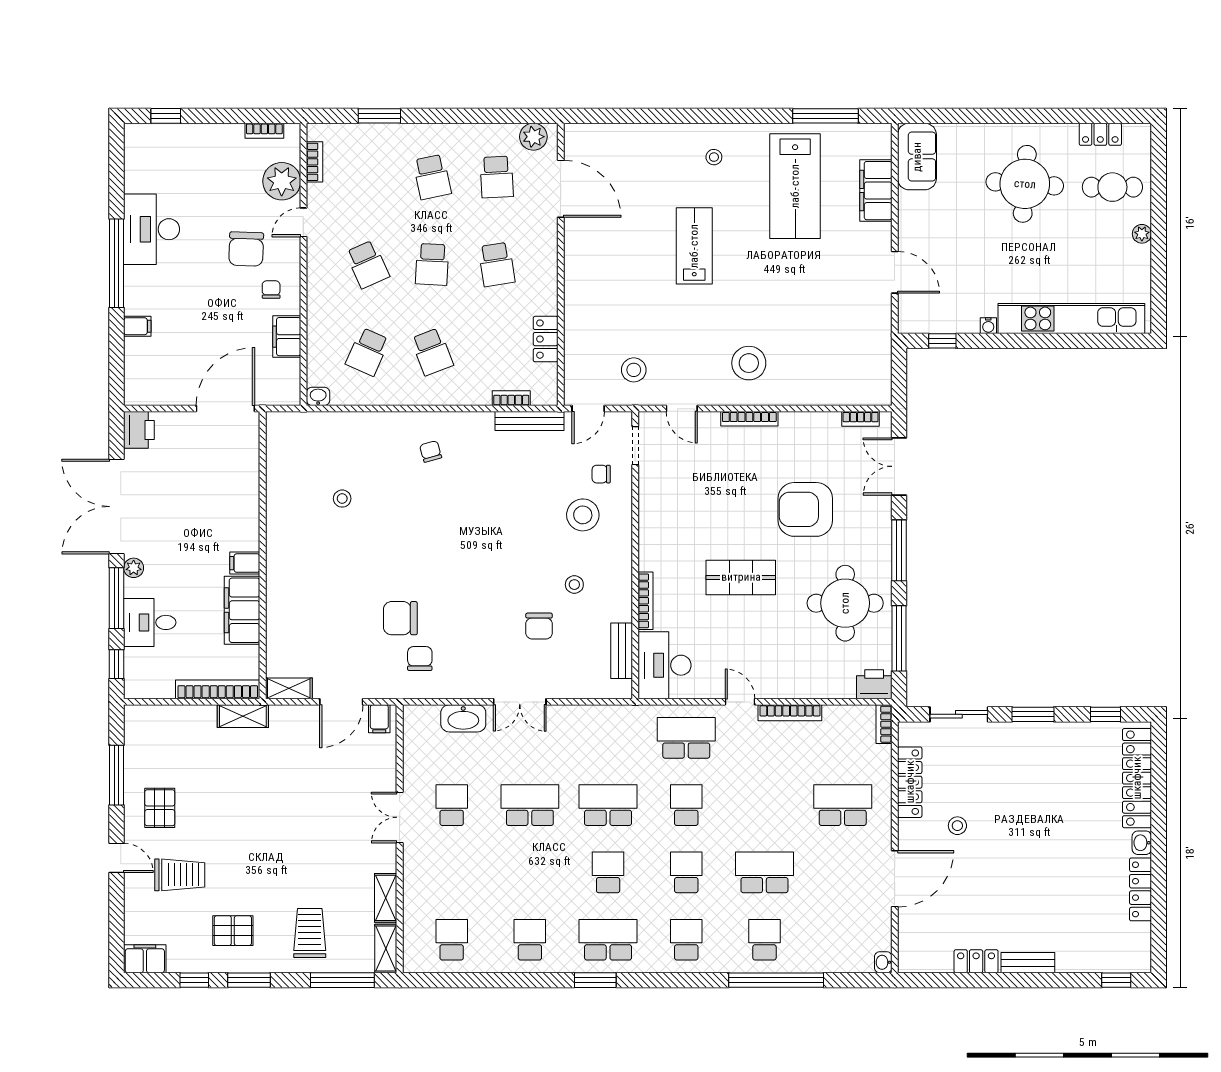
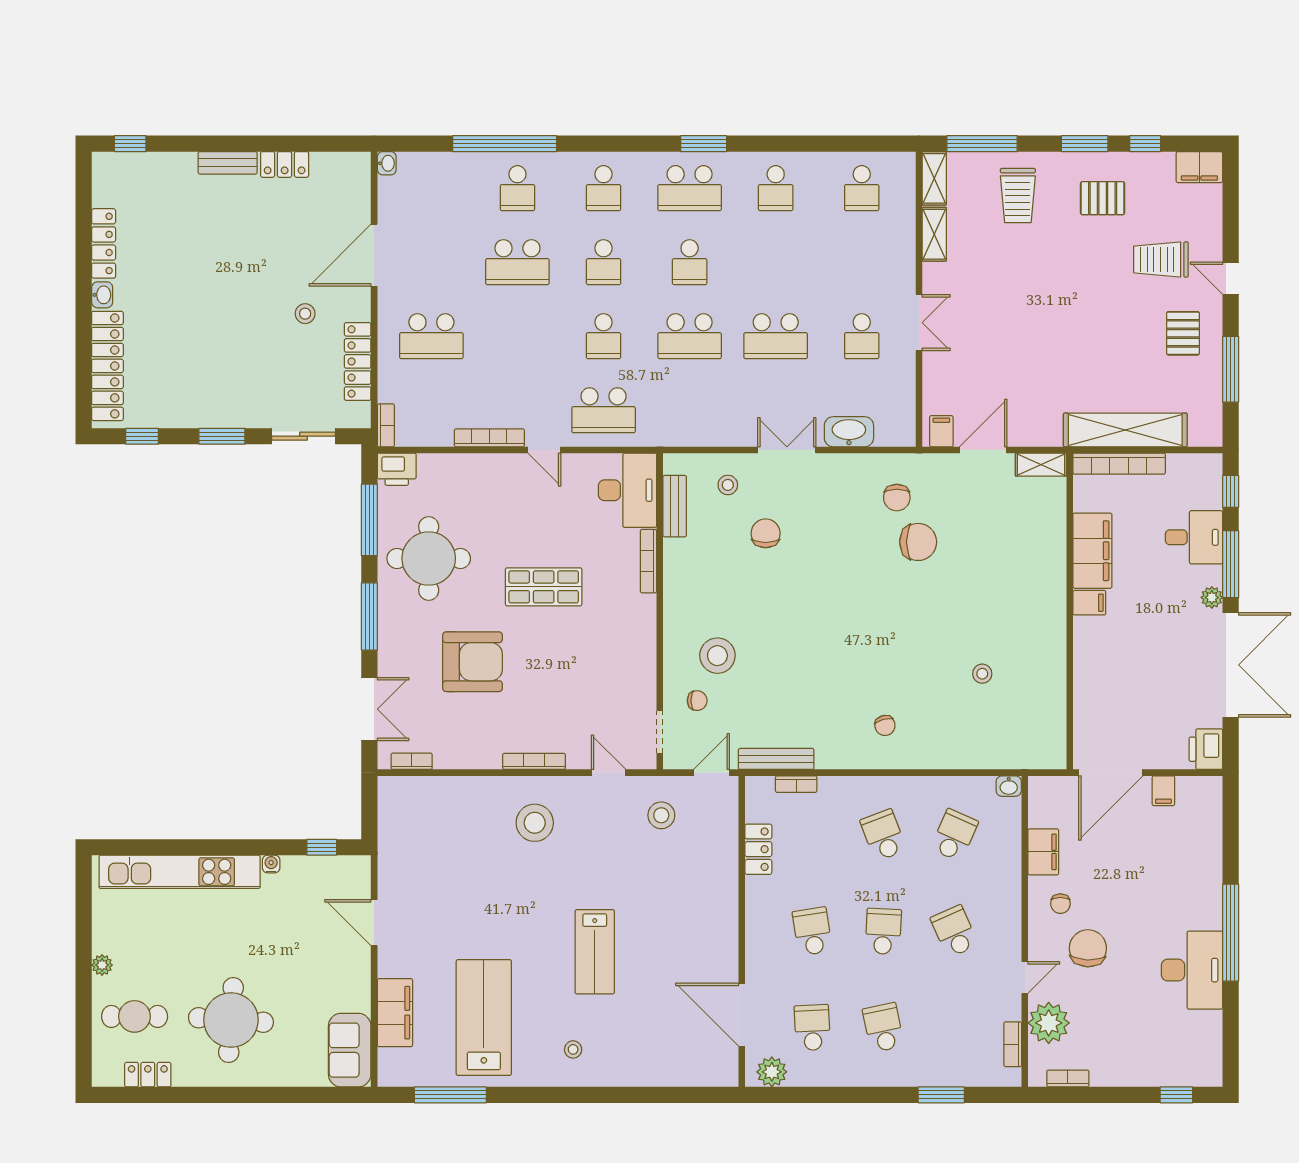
filing cabinet: (137, 326) -> (1163, 791), moved, turned -90
stool: (574, 585) -> (728, 485), moved
shelving: (243, 716) -> (1125, 430), width x2.20, depth x1.33

